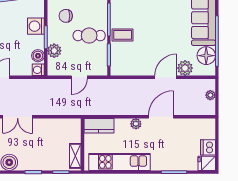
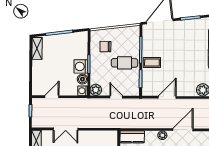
washing machine: (36, 26) -> (81, 66), moved
plant: (54, 51) -> (96, 90), moved
door: (79, 77) -> (116, 97), swing flipped
door: (166, 77) -> (167, 97), moved

